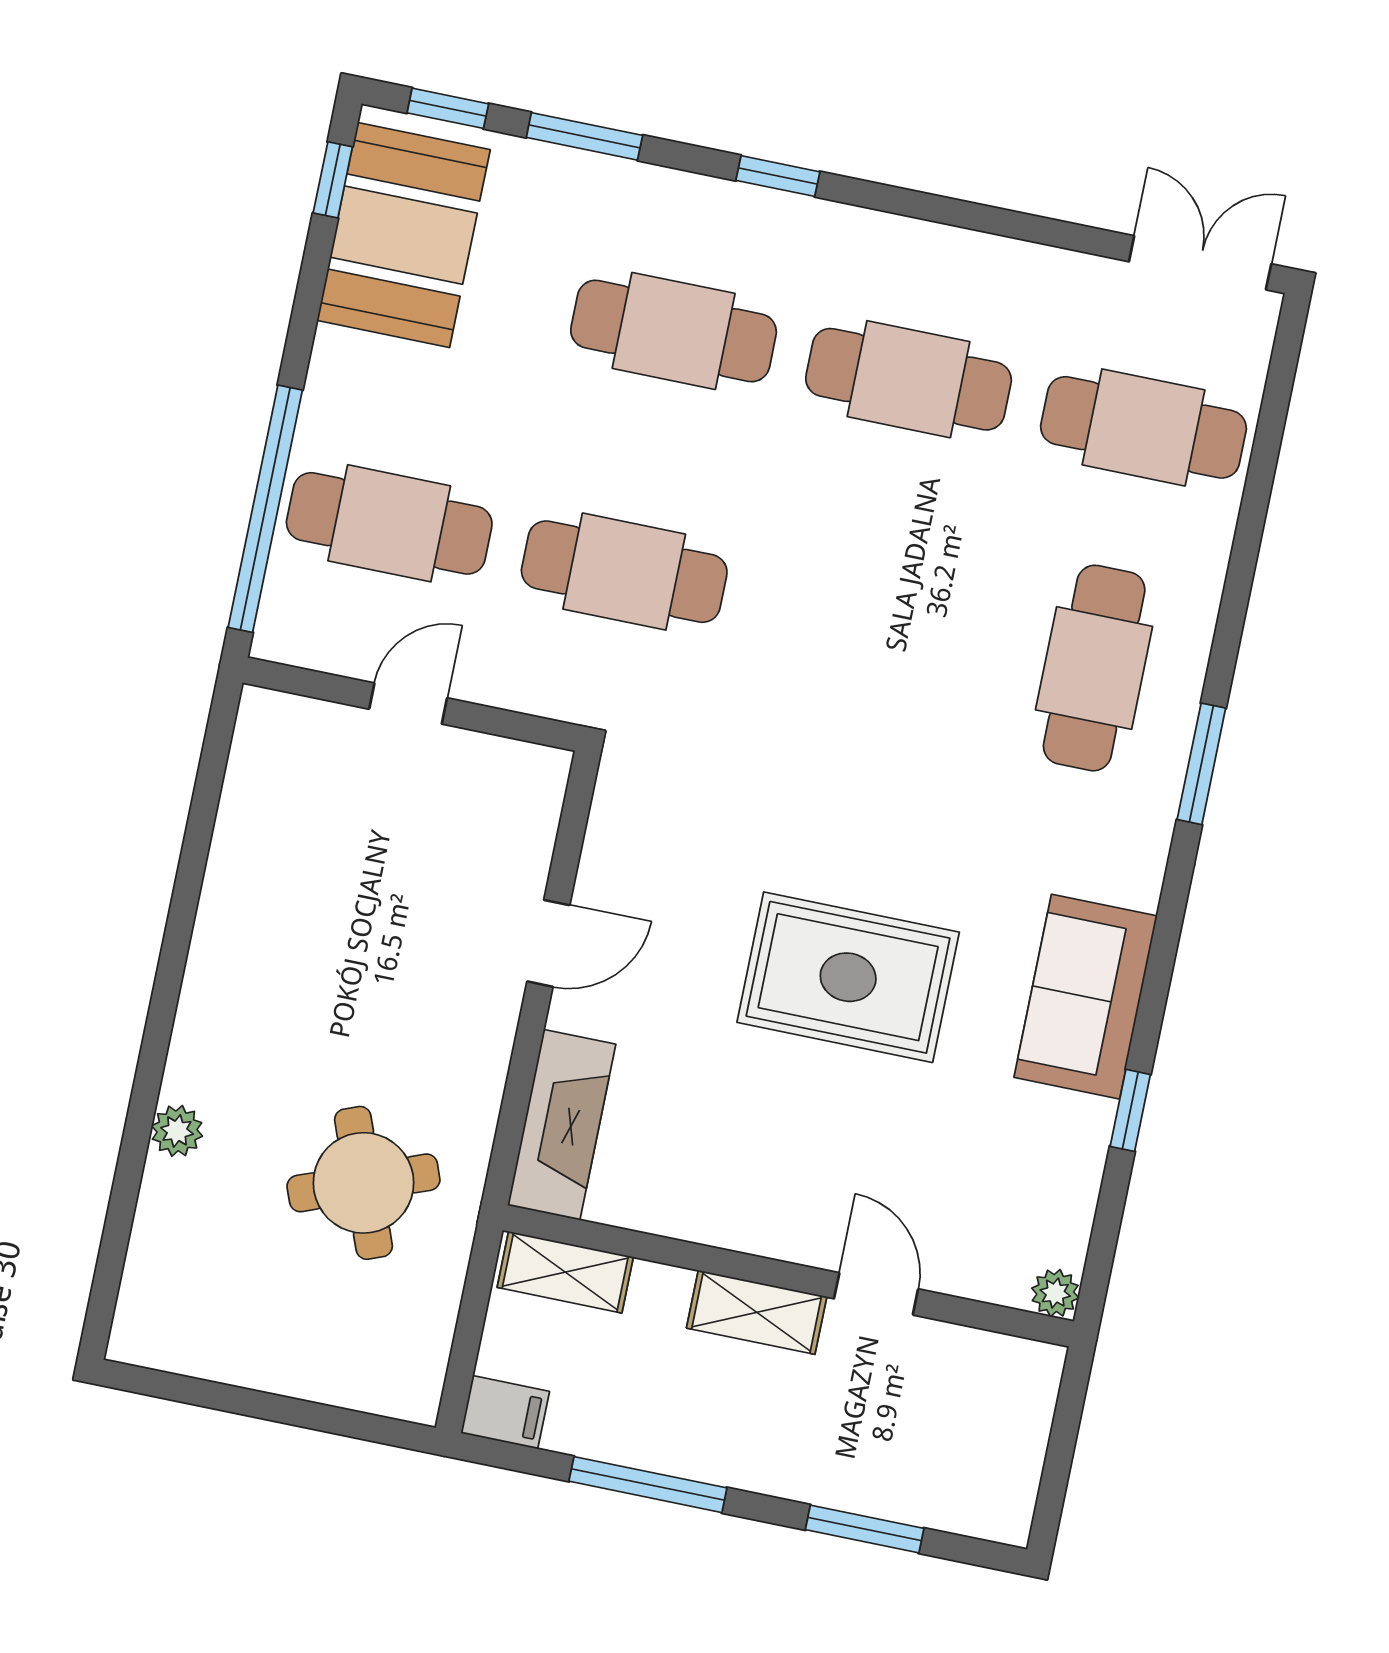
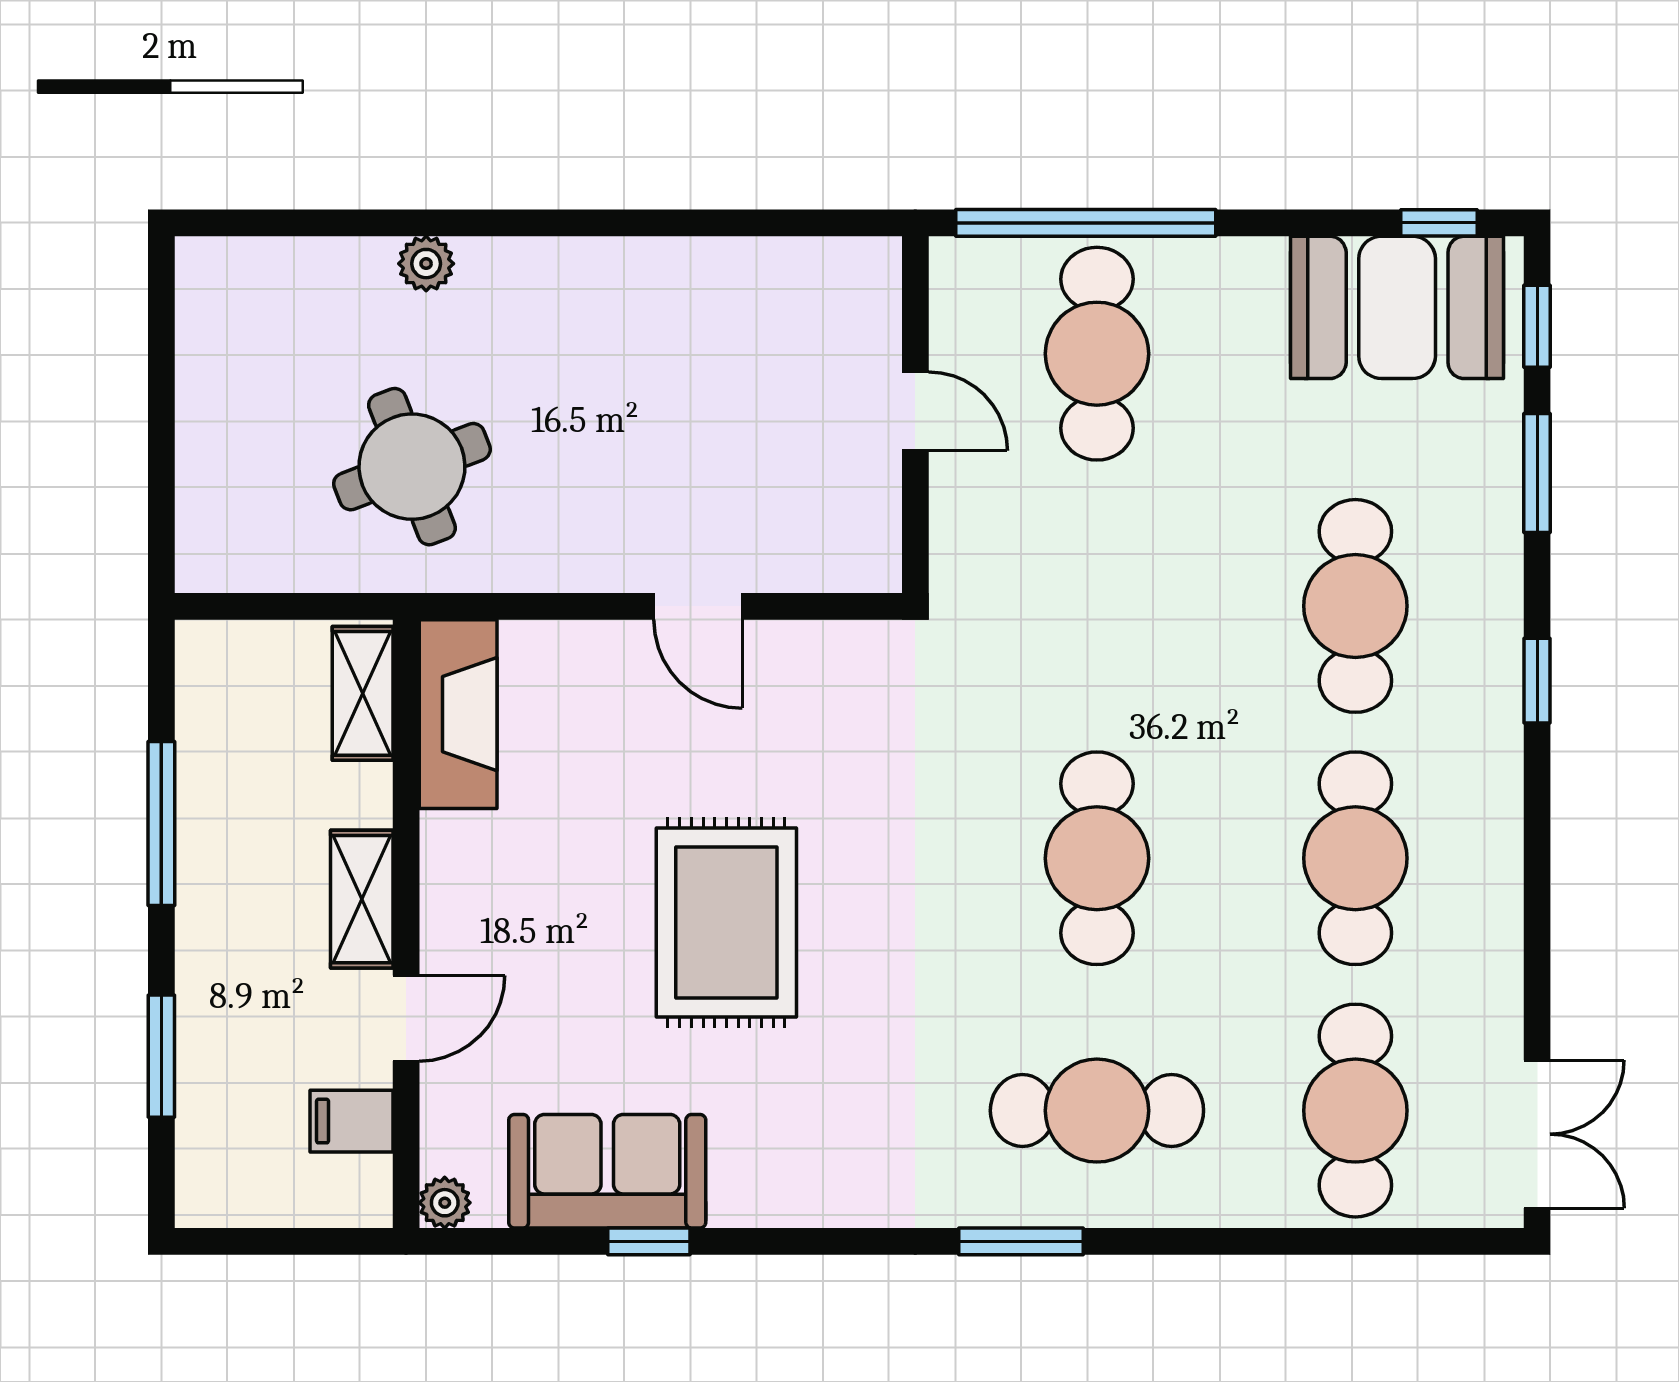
cafe table: (624, 572) -> (1097, 858), moved
sofa: (1086, 997) -> (607, 1171), moved
fireplace: (562, 1125) -> (458, 714), moved, turned -90
filing cabinet: (505, 1412) -> (351, 1121), moved, turned 90

